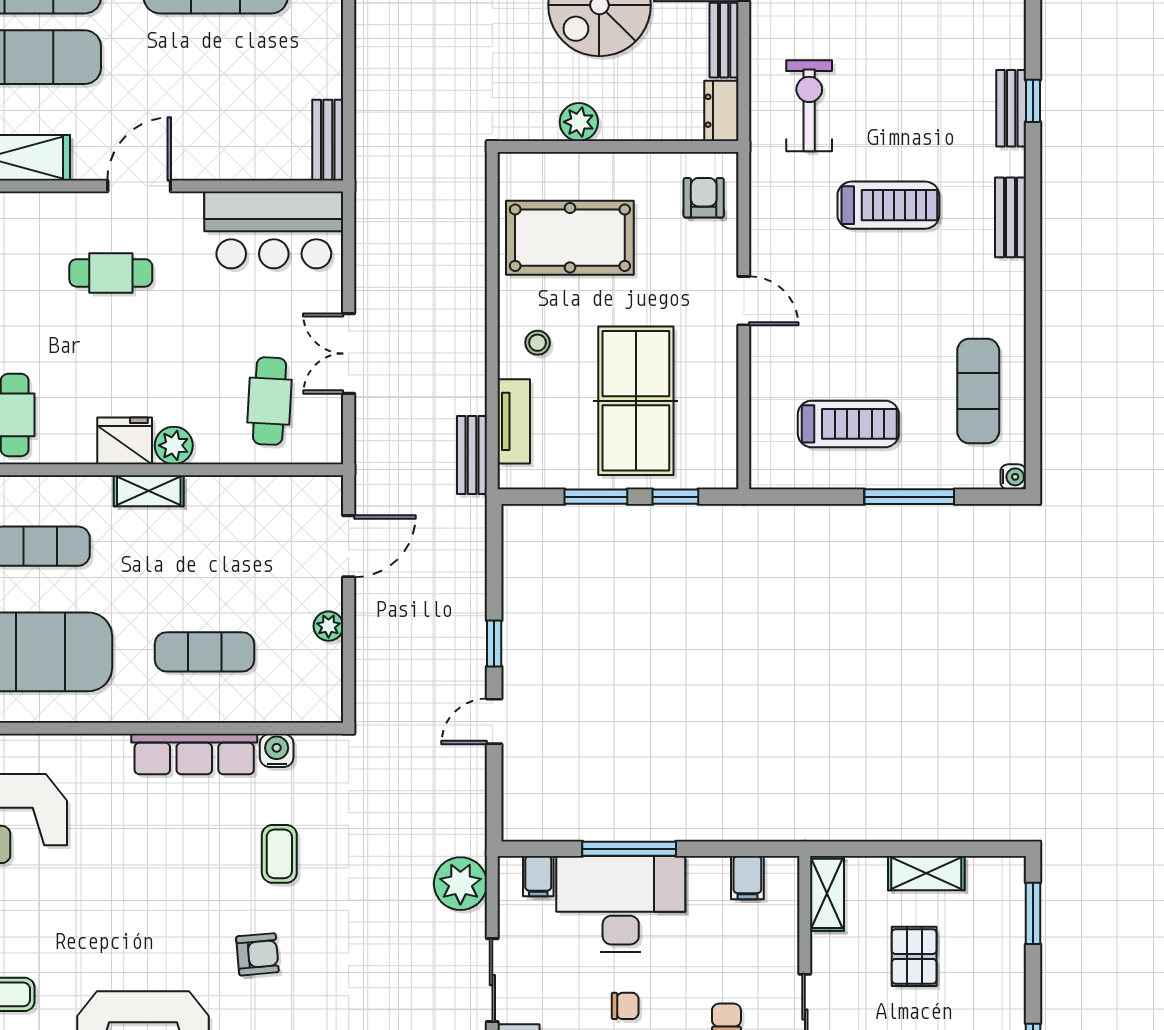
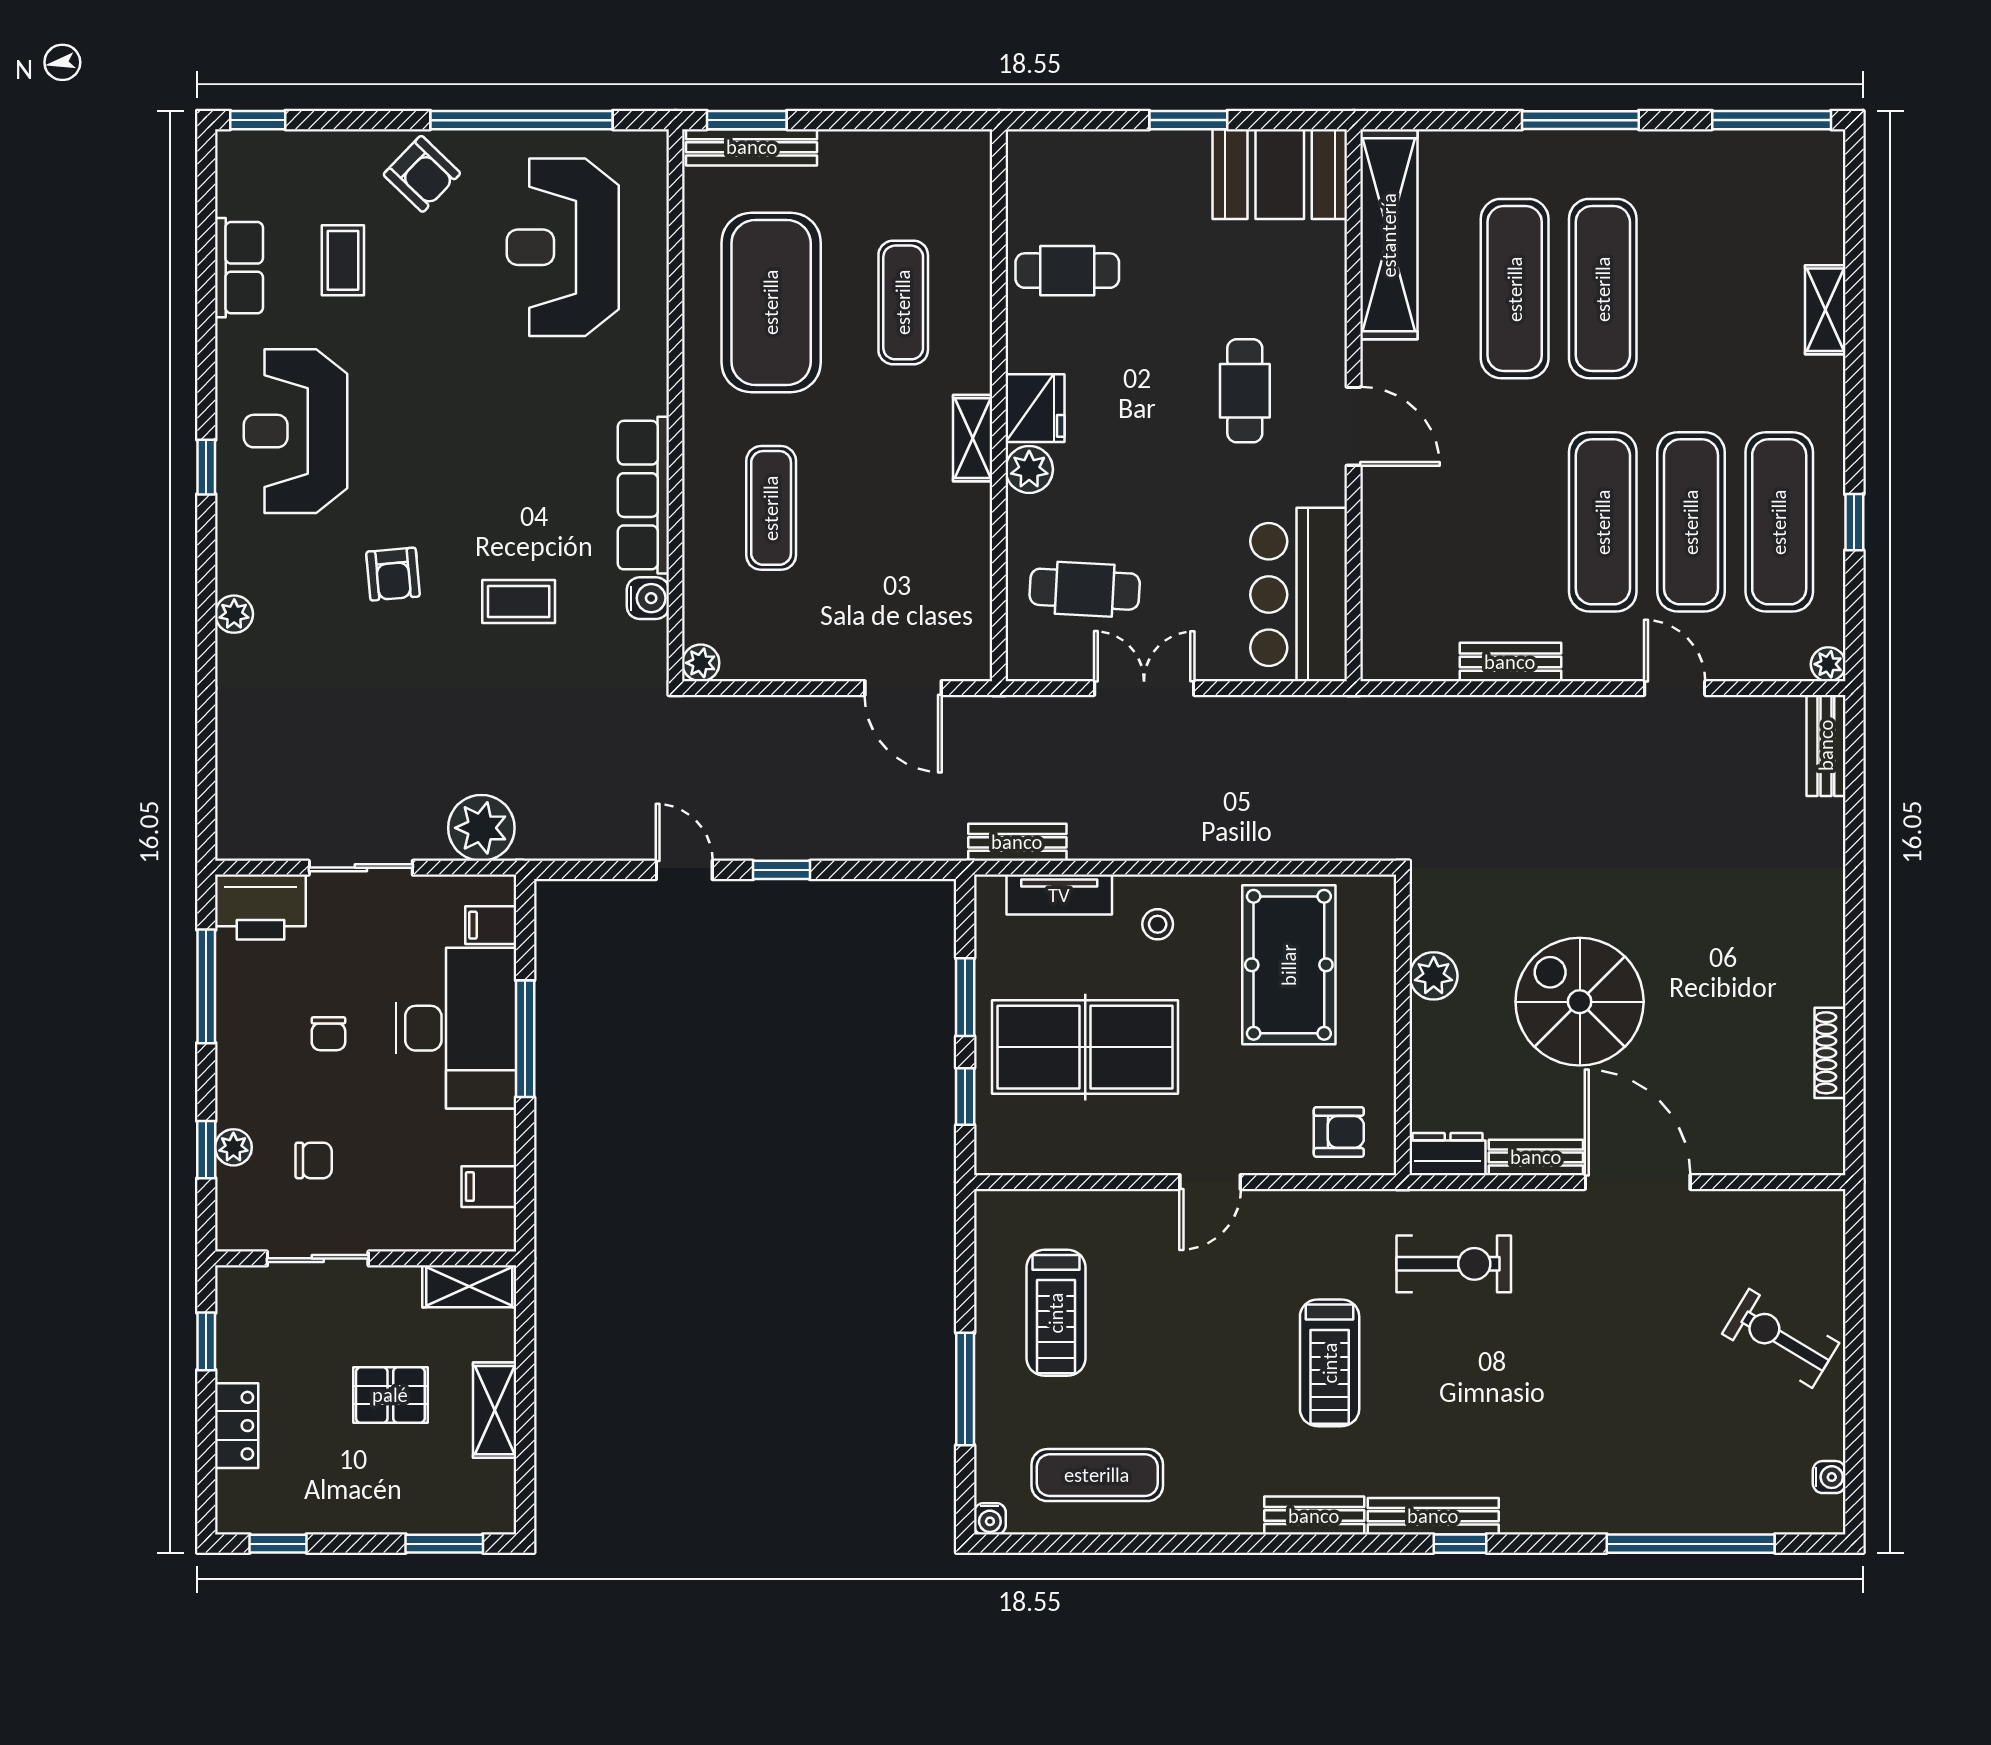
bench: (1011, 108) -> (1433, 1516), width x1.36
bench: (328, 140) -> (1510, 662), moved
plant: (328, 626) -> (701, 663), moved

